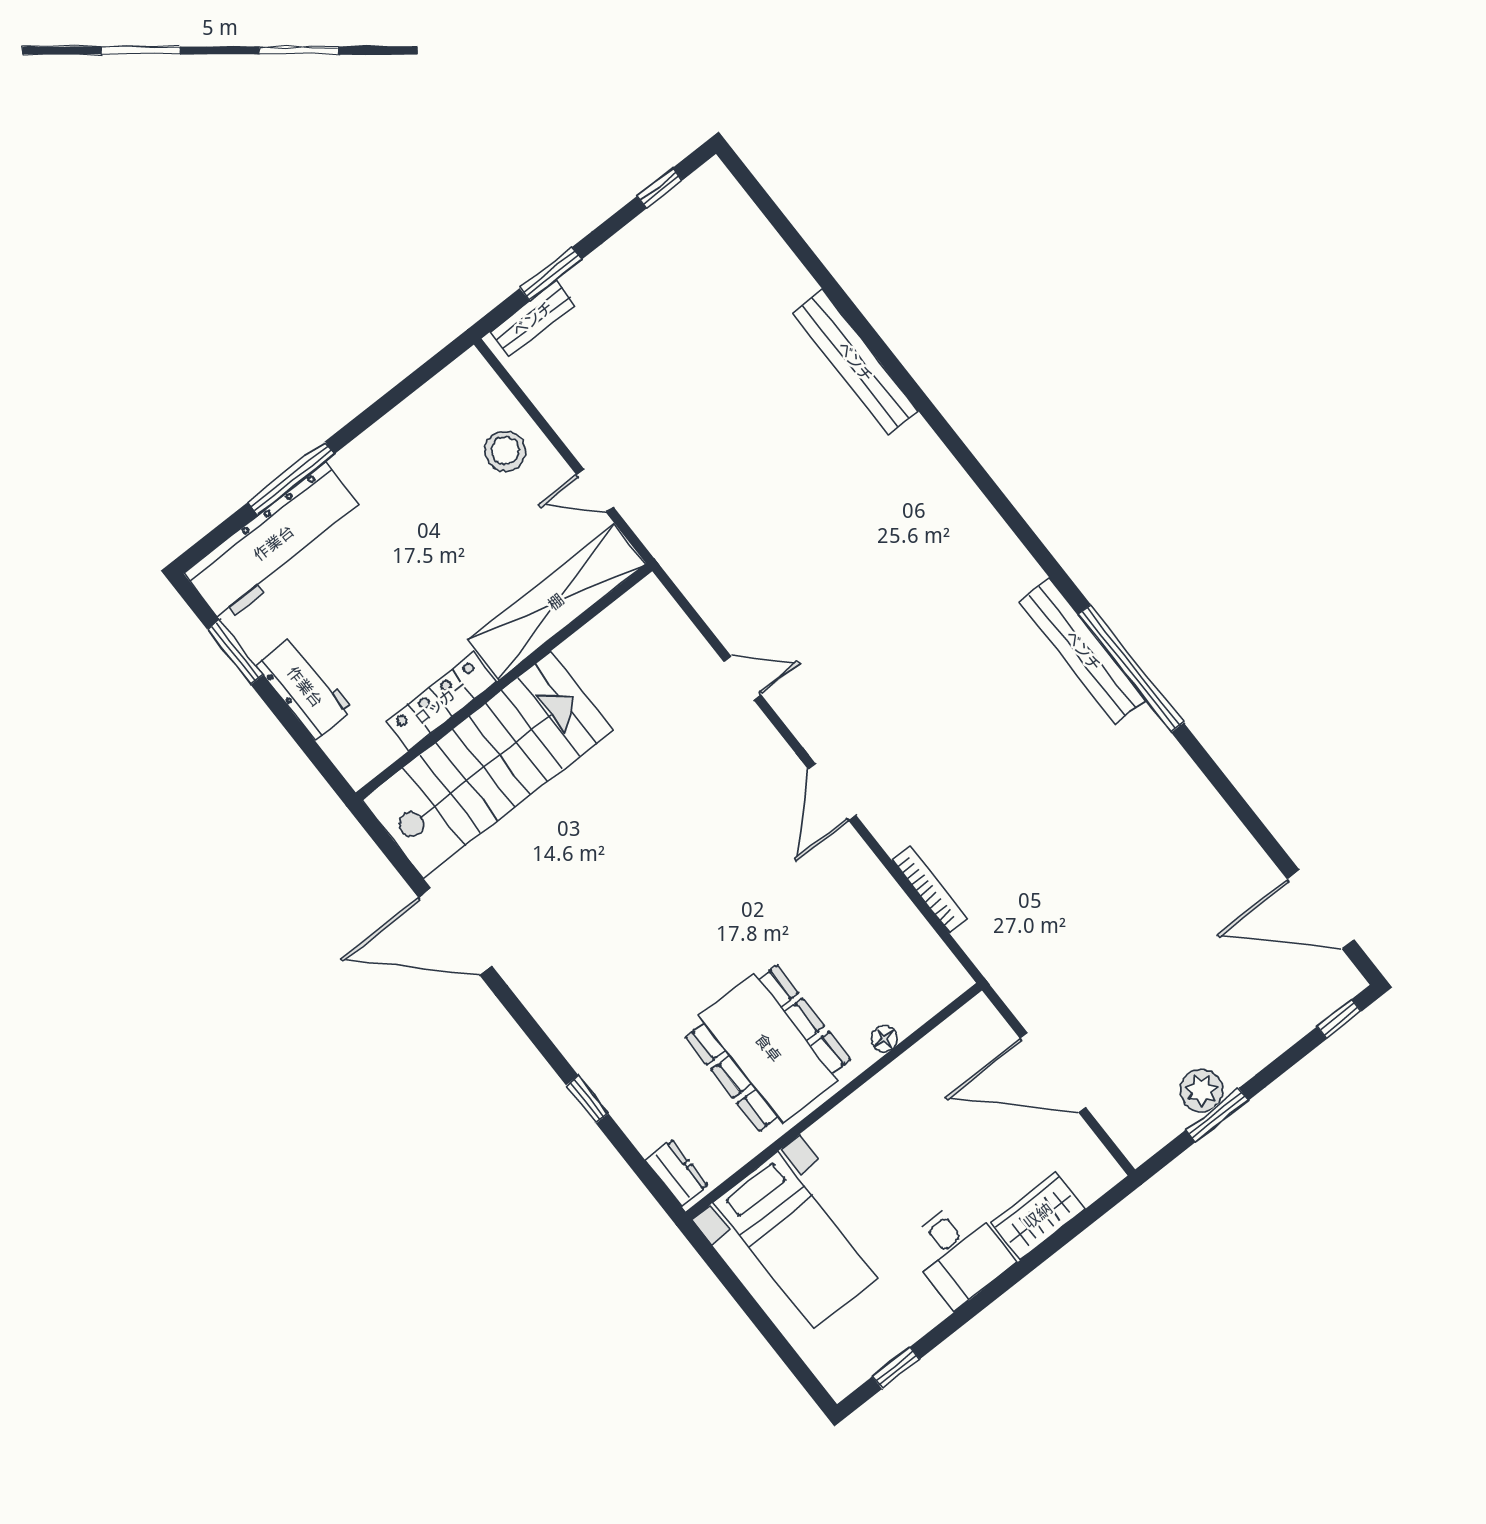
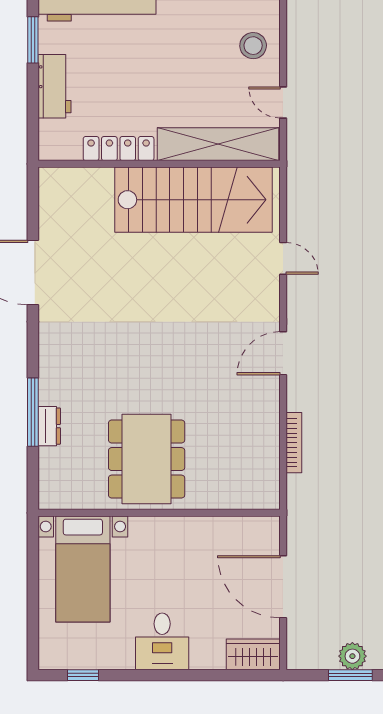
stairs: (487, 765) -> (193, 200), moved
floor lamp: (884, 1039) -> (210, 501), removed
window: (587, 1099) -> (33, 412), width x2.17
dresser: (677, 1173) -> (49, 426), moved
wardrobe: (1038, 1216) -> (253, 654), moved

